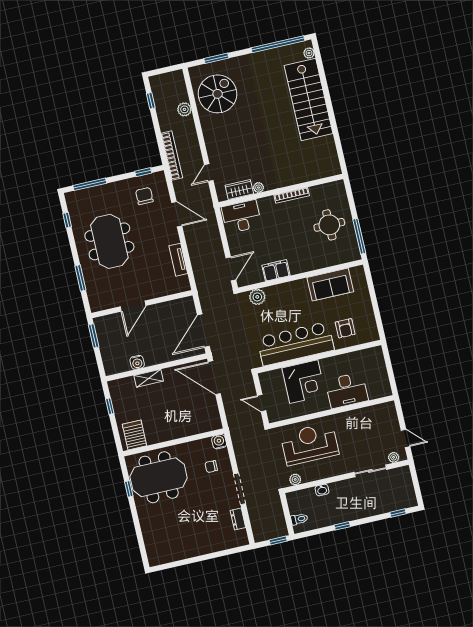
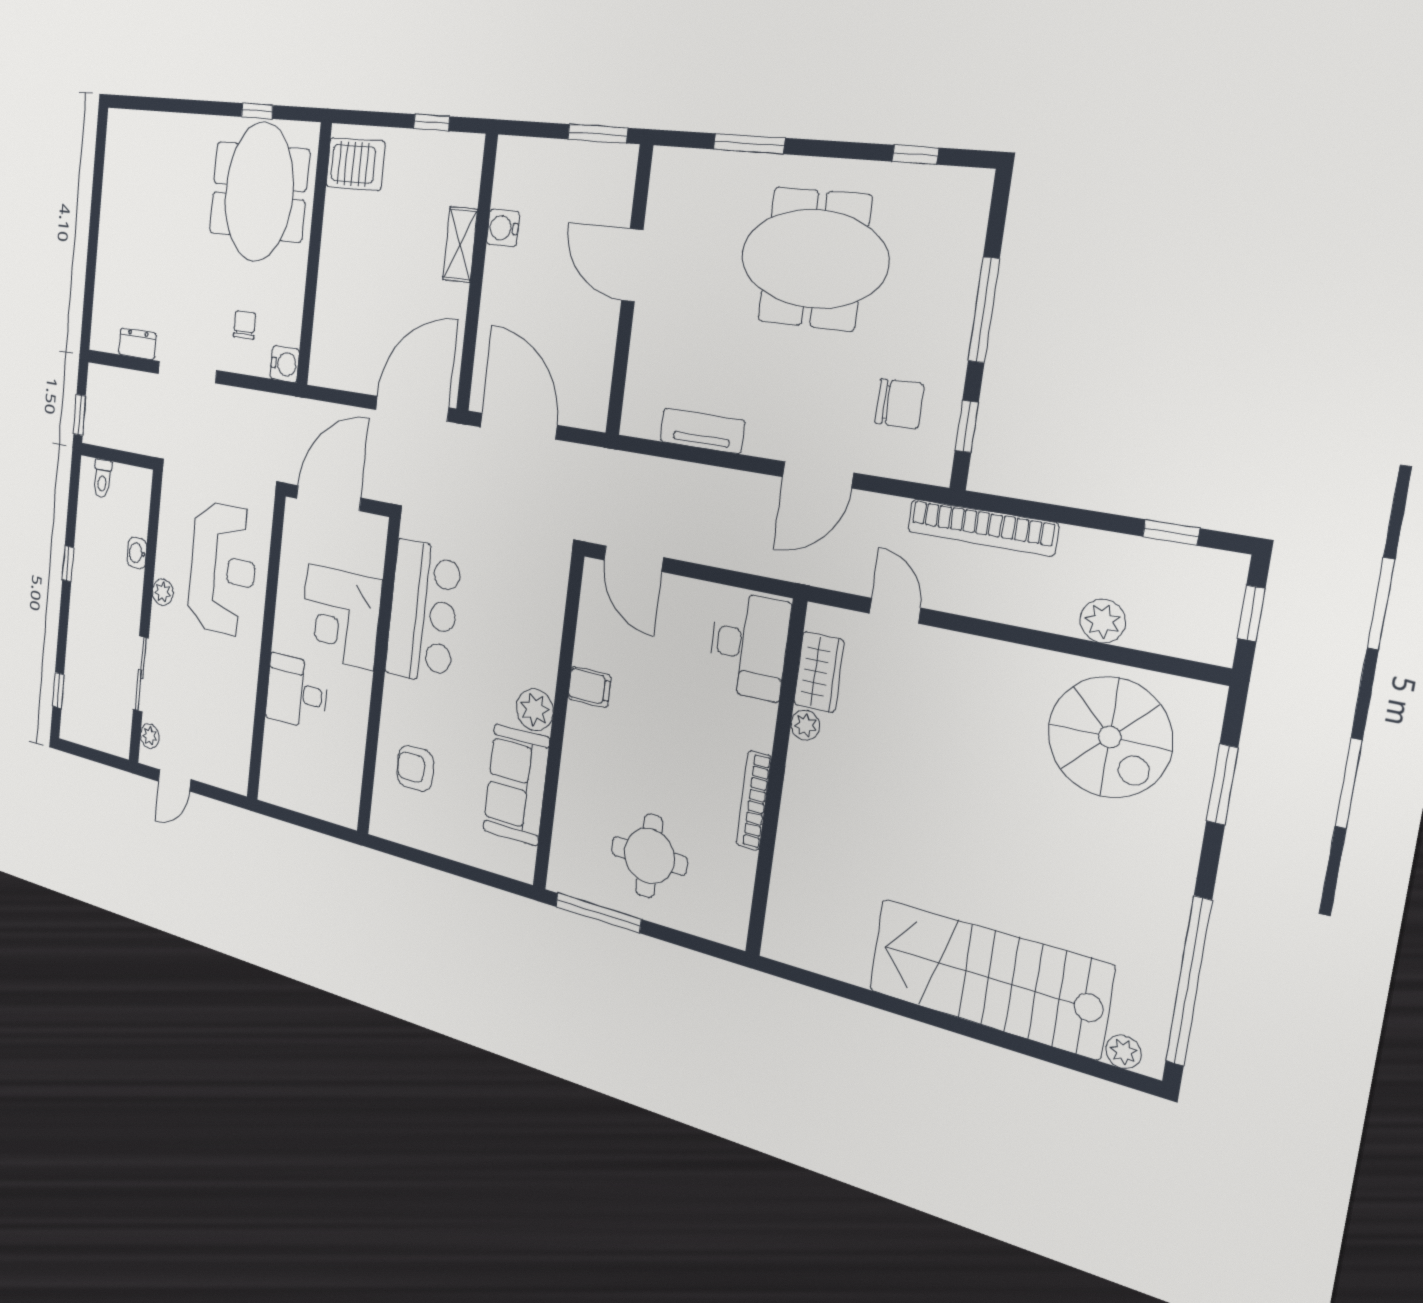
window: (164, 70) -> (1251, 613), added
window: (90, 184) -> (984, 310), moved
filing cabinet: (276, 270) -> (589, 687), width x0.50
plant: (257, 297) -> (535, 710), moved
bar counter: (296, 344) -> (423, 612), width x0.73
desk: (347, 390) -> (297, 692), width x0.73
door: (262, 403) -> (329, 498), width x1.87
plant: (295, 479) -> (163, 592), moved

